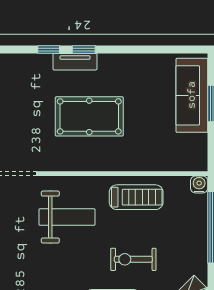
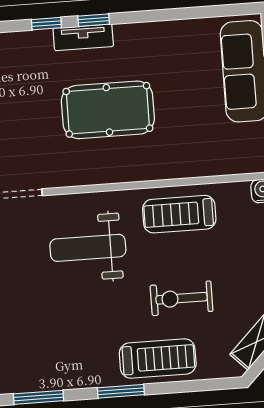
treadmill: (136, 197) -> (179, 214), turned 180
weight bench: (67, 217) -> (88, 248), turned 180

